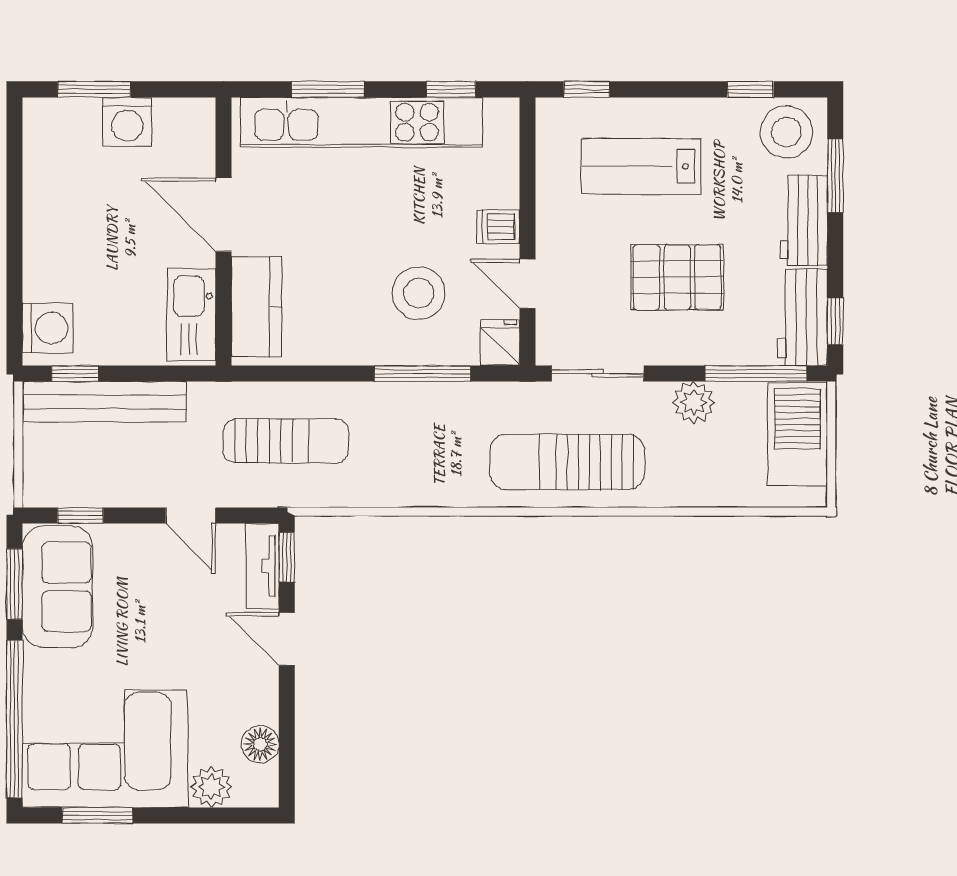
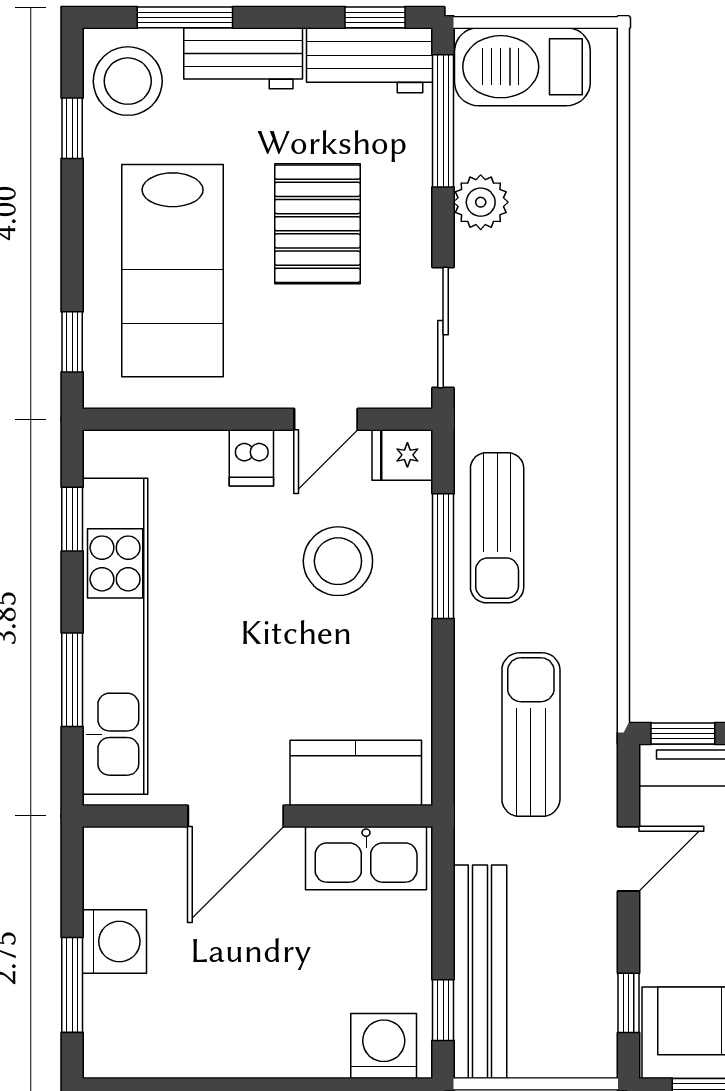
lab bench: (641, 166) -> (173, 271), width x1.36, depth x1.39
sun lounger: (567, 462) -> (497, 528), moved, width x0.73, depth x0.75

